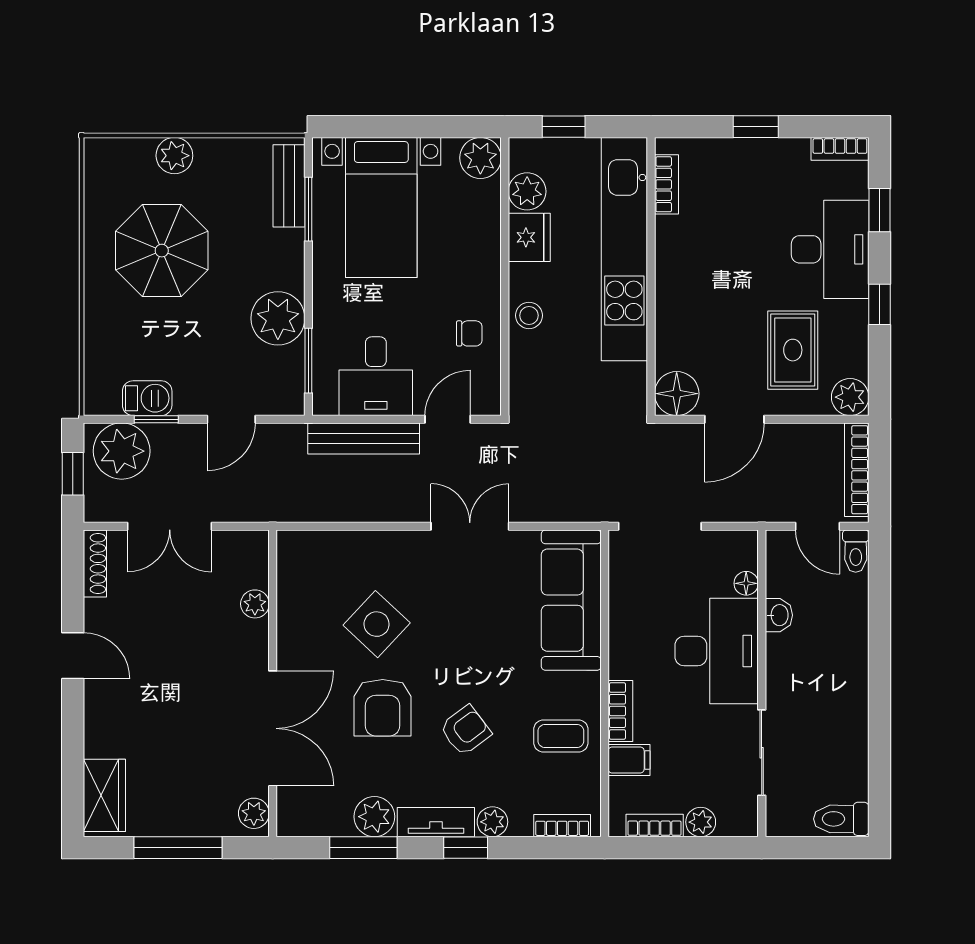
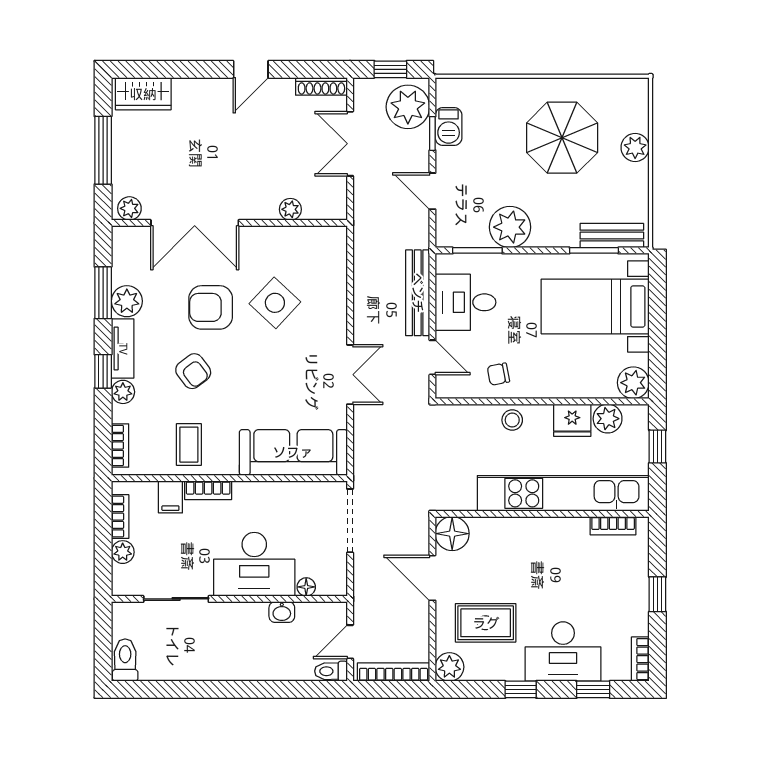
chair: (469, 333) -> (498, 374), turned 79

